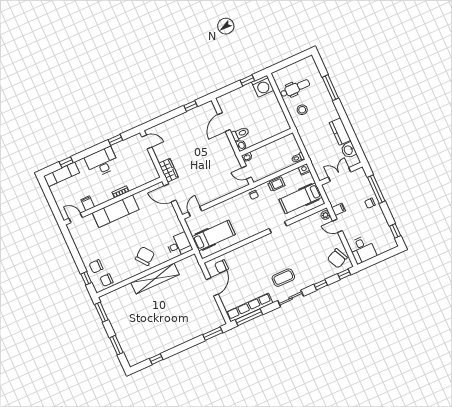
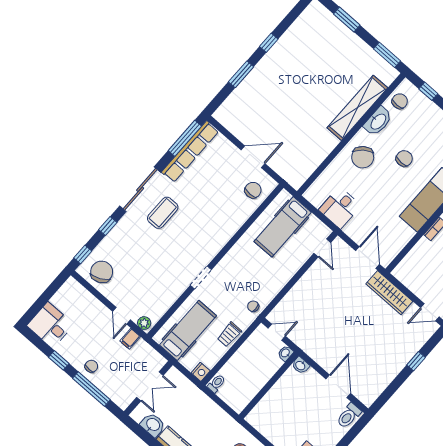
window: (191, 106) -> (416, 361), moved
toilet: (240, 134) -> (349, 416), moved
wardrobe: (169, 170) -> (389, 293), width x1.50
door: (170, 193) -> (368, 257), hinge flipped
door: (337, 226) -> (121, 316), swing flipped
window: (395, 231) -> (59, 360), moved
desk: (179, 245) -> (340, 208), moved
desk: (362, 250) -> (50, 325), moved
chair: (96, 266) -> (404, 158), moved
washbasin: (126, 274) -> (378, 121), added
shelving: (155, 279) -> (357, 108), moved
door: (212, 287) -> (253, 157), swing flipped
sliding door: (291, 298) -> (140, 189), width x1.37
window: (213, 334) -> (241, 74), moved
window: (156, 359) -> (269, 43), moved

